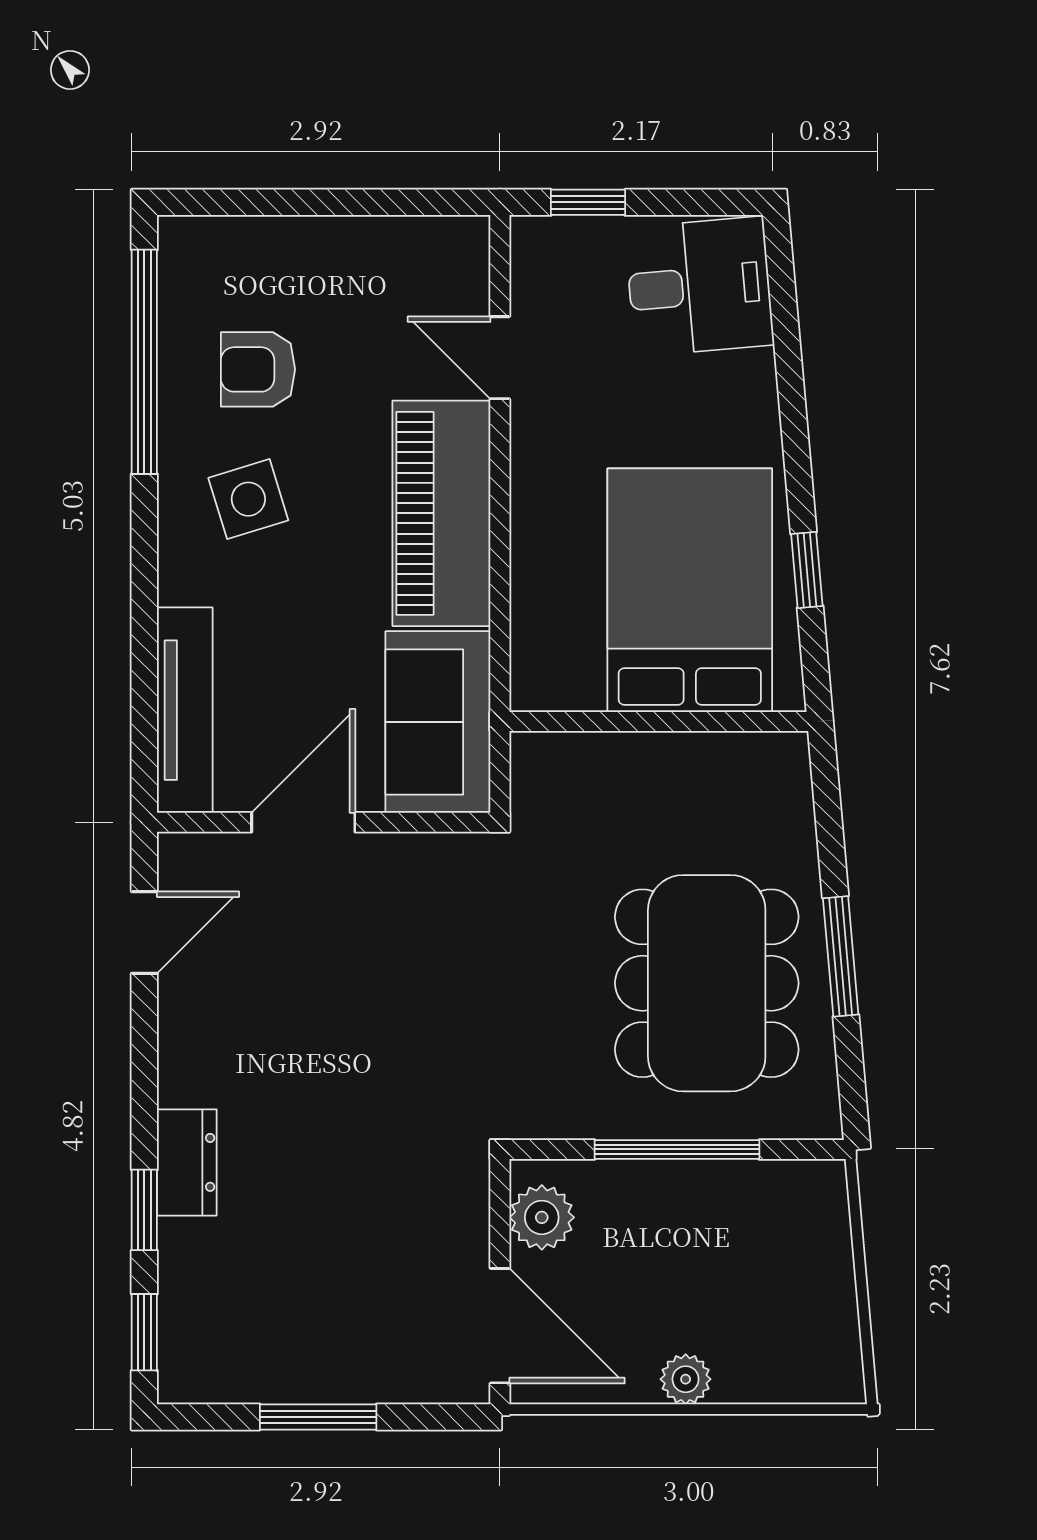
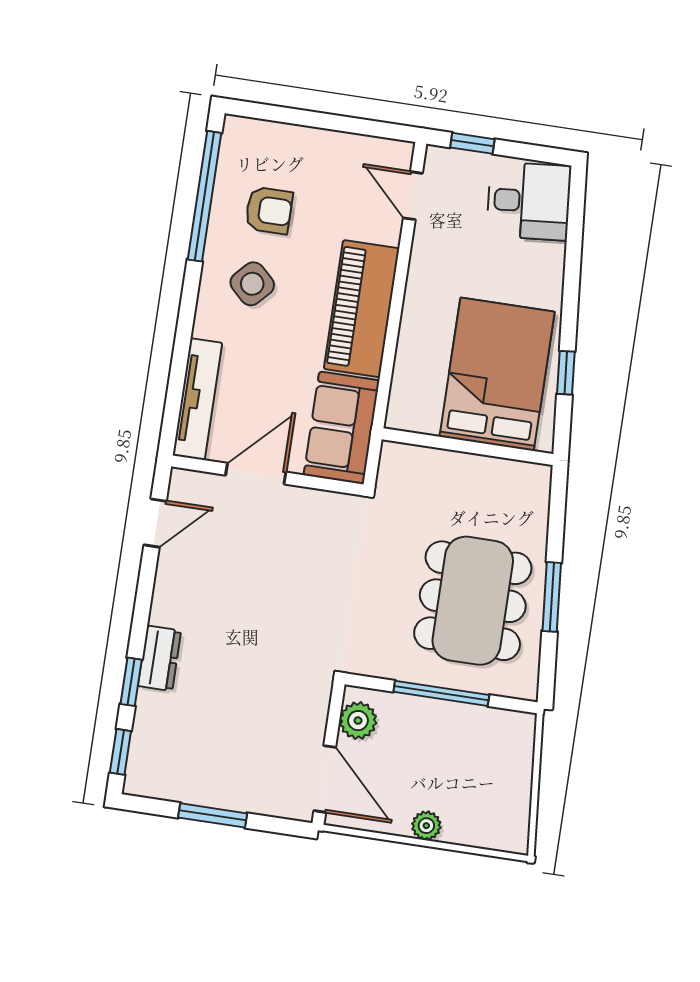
door: (500, 358) -> (413, 196), moved
armchair: (258, 369) -> (269, 210), turned 180
side table: (248, 499) -> (252, 284), turned -30

